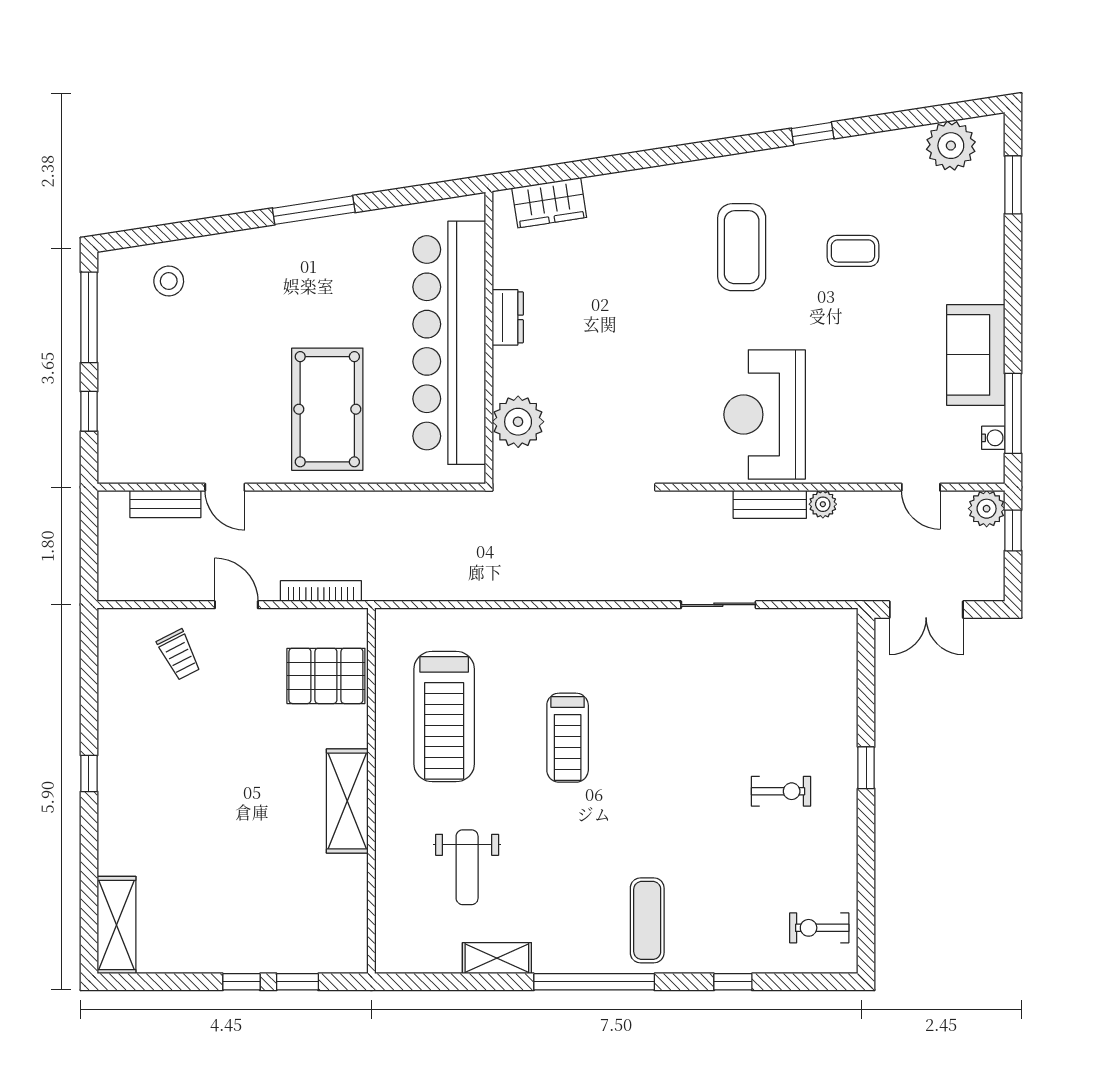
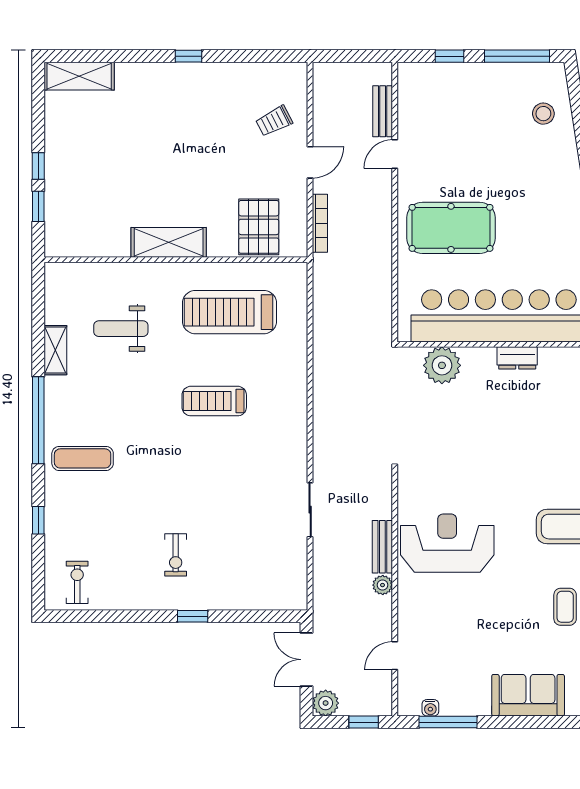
sofa: (976, 355) -> (528, 695), moved
plant: (987, 509) -> (326, 703), moved

